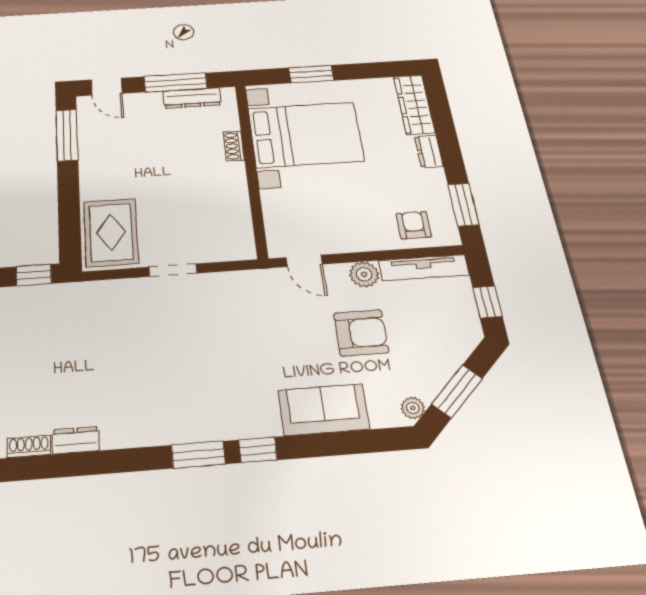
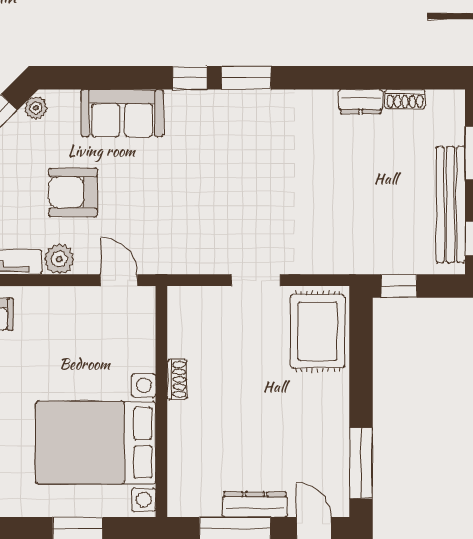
dresser: (192, 98) -> (255, 505), moved
shoe rack: (234, 146) -> (177, 379), moved

